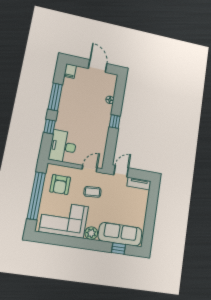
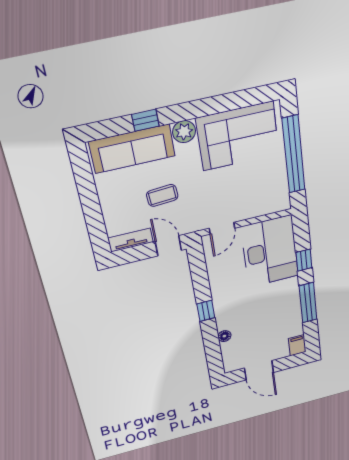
desk: (63, 146) -> (270, 252), width x1.36, depth x1.30
door: (121, 171) -> (168, 246), swing flipped
armchair: (60, 185) -> (261, 186), removed
coffee table: (92, 192) -> (162, 195), moved
window: (119, 249) -> (145, 120), moved

